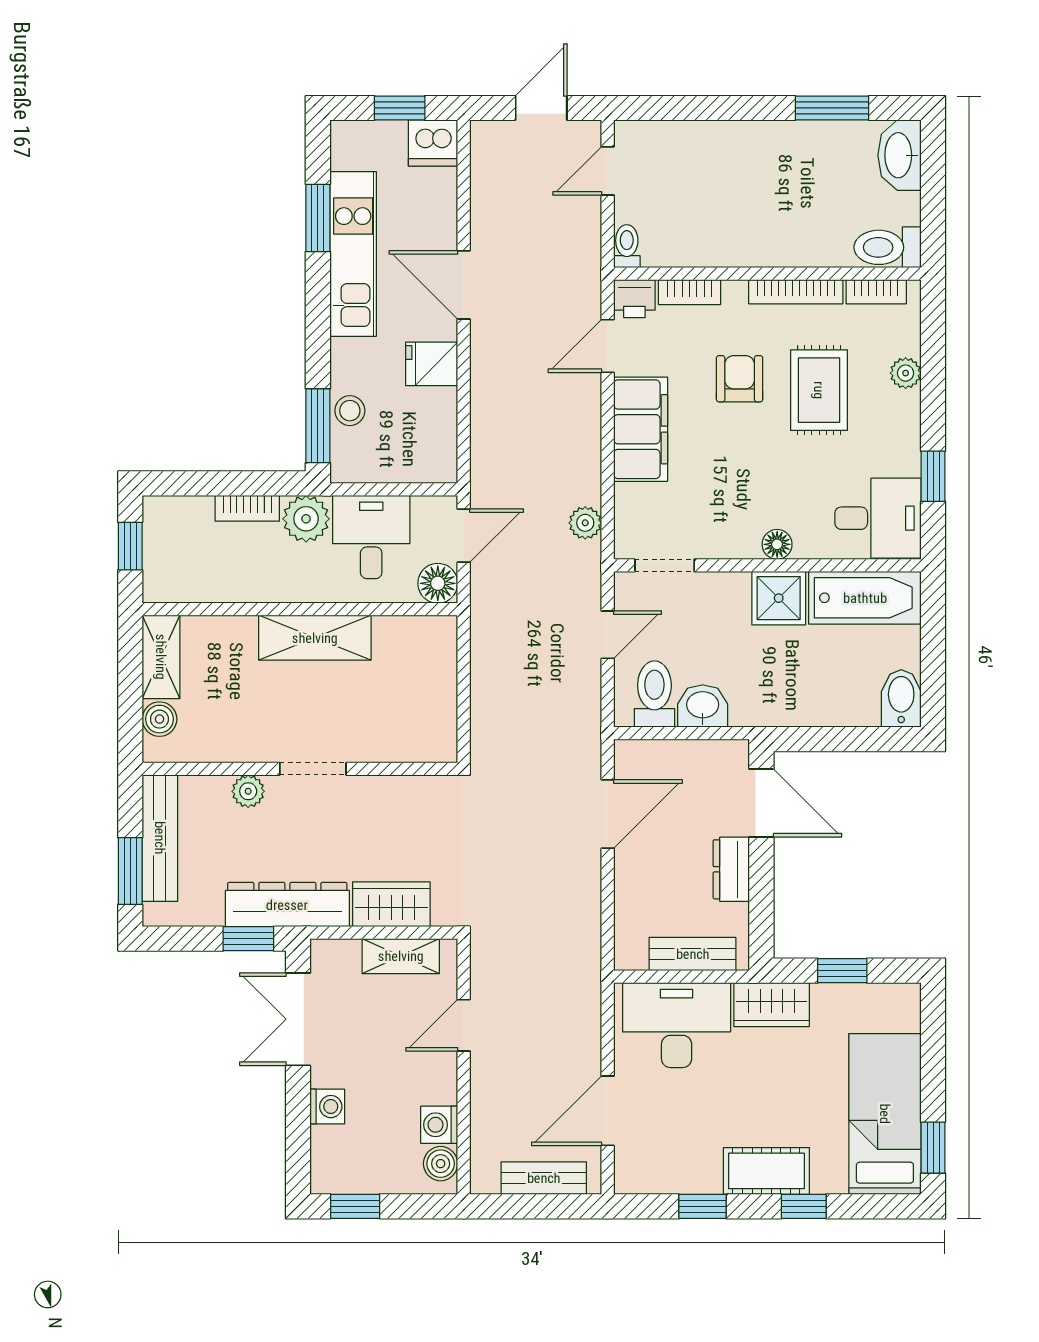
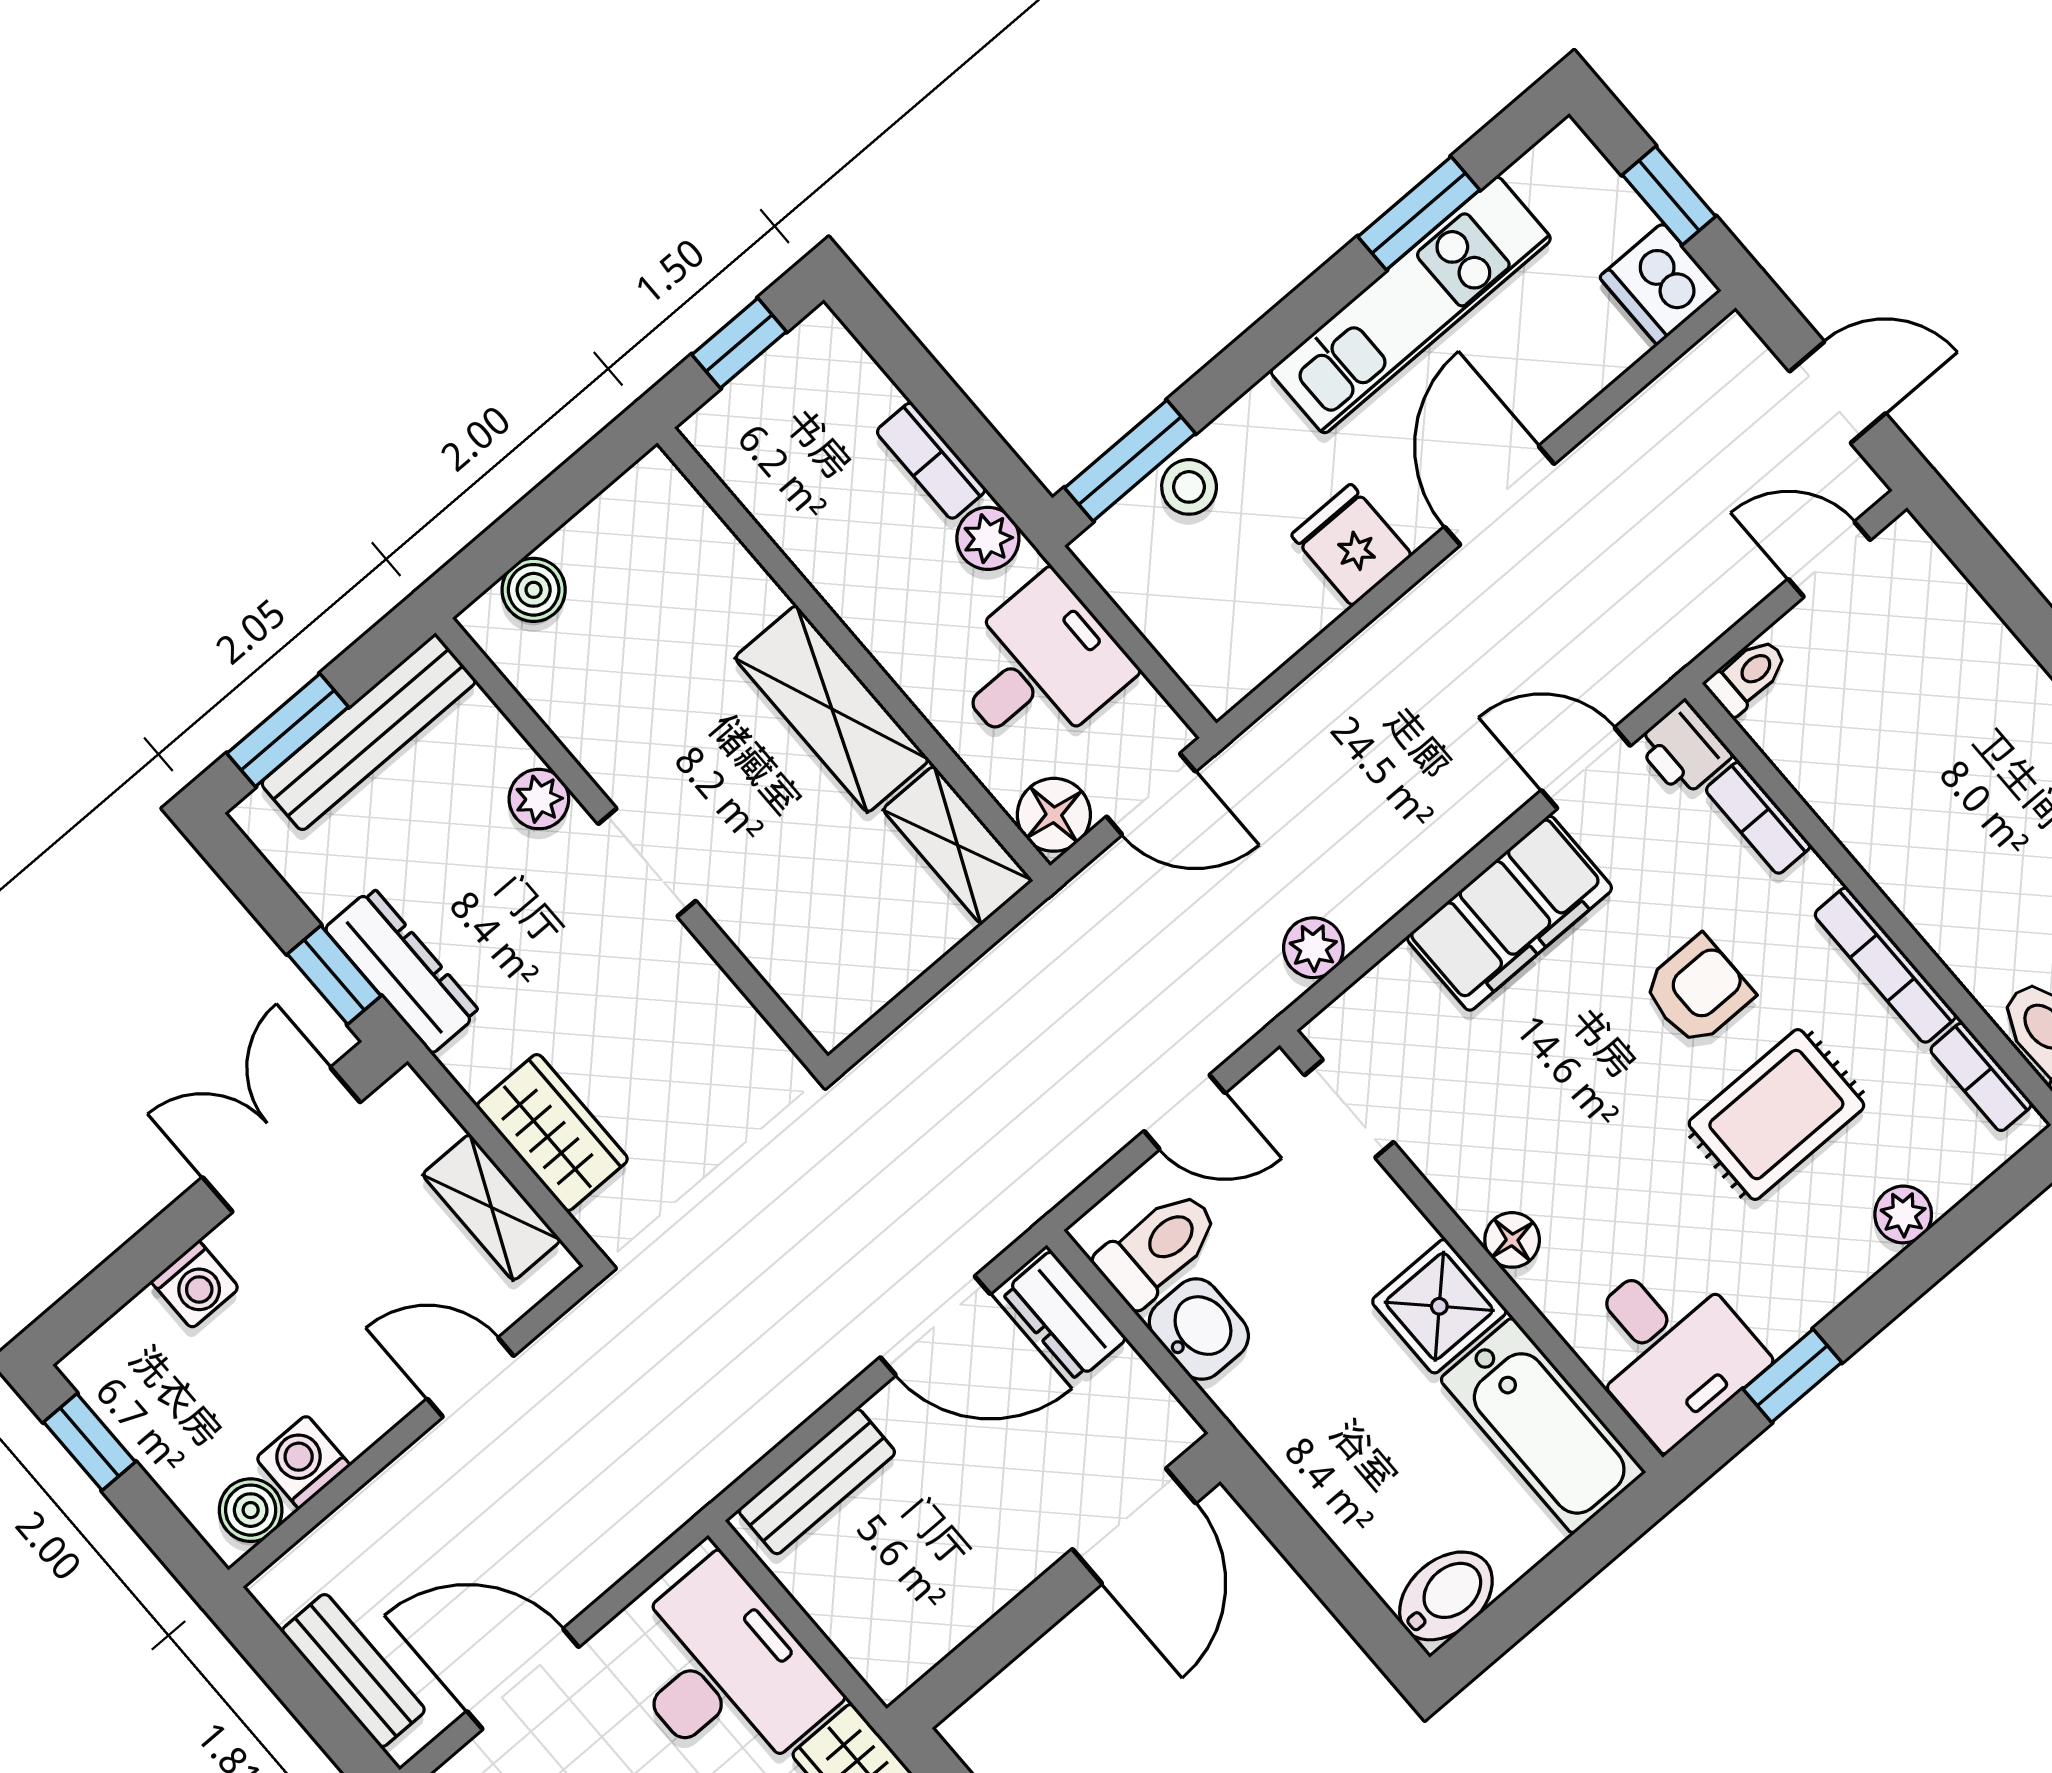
plant: (306, 519) -> (988, 538), width x0.73, depth x0.73
shelving: (161, 657) -> (957, 845), moved, turned 90
dresser: (731, 869) -> (1064, 1316), moved, turned -90
dresser: (287, 905) -> (402, 971), width x0.73, depth x0.80
bench: (693, 954) -> (817, 1482), moved, turned 90

